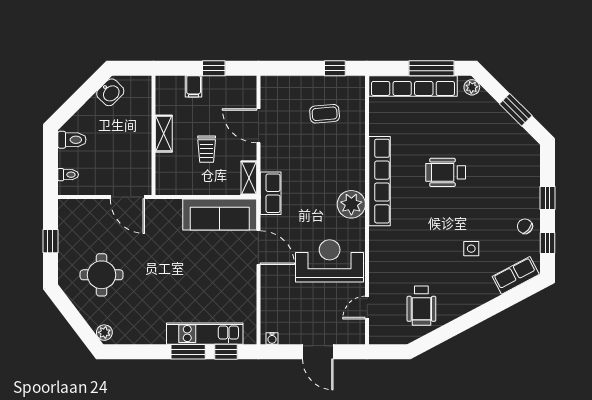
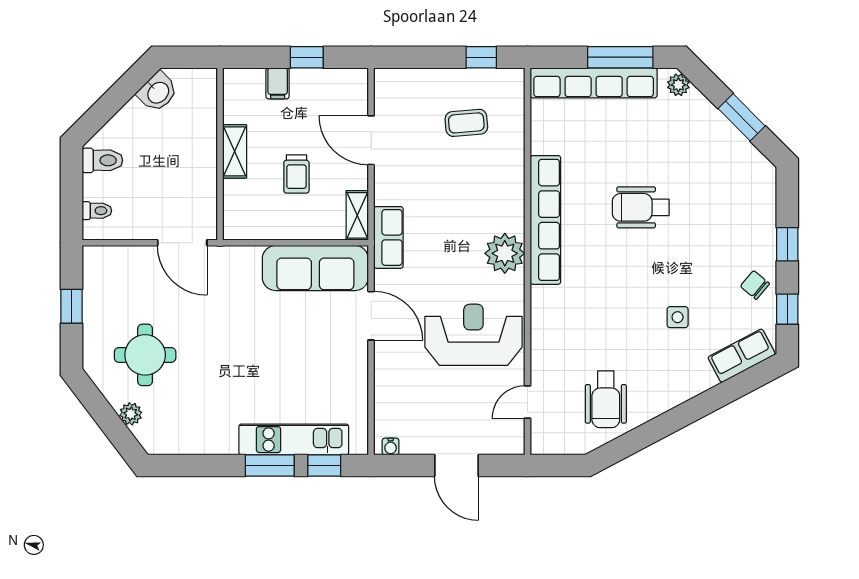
plant: (104, 333) -> (131, 414), moved

